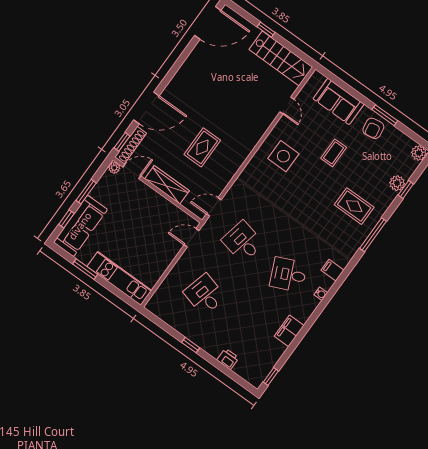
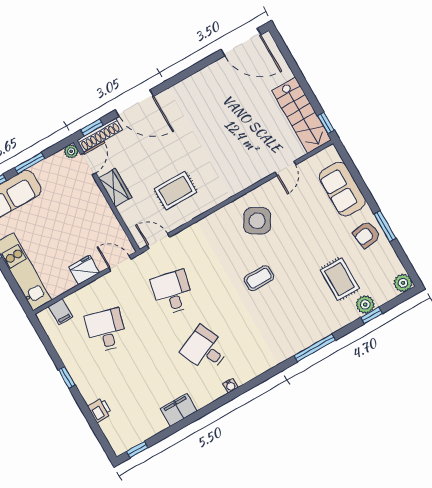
window: (266, 30) -> (326, 123), moved
rug: (202, 147) -> (175, 191), moved
coffee table: (334, 153) -> (259, 278), moved
side table: (283, 156) -> (257, 221), turned 30
door: (132, 172) -> (88, 164), hinge flipped
wardrobe: (167, 185) -> (115, 188), width x0.67
rug: (354, 206) -> (340, 279), moved
fridge: (166, 255) -> (84, 270), added
filing cabinet: (332, 270) -> (61, 312), moved, turned 180

